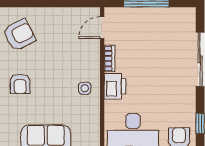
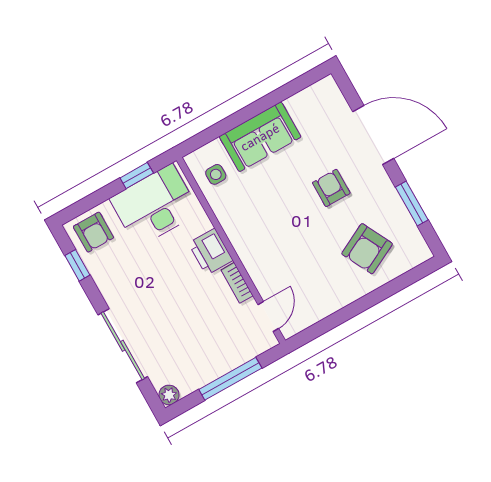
plant: (189, 14) -> (169, 395), added
side table: (85, 88) -> (216, 174), moved

